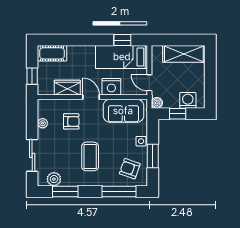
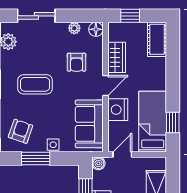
floor lamp: (44, 105) -> (96, 29), added

